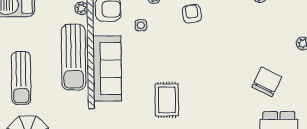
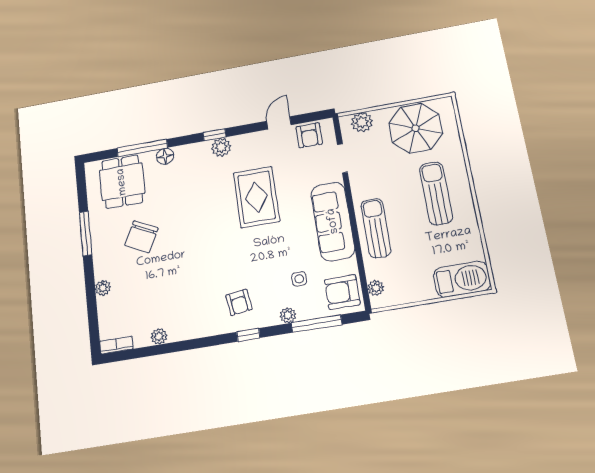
sun lounger: (74, 57) -> (376, 228), width x0.73, depth x0.75
rug: (167, 100) -> (256, 197), width x1.36, depth x1.43

